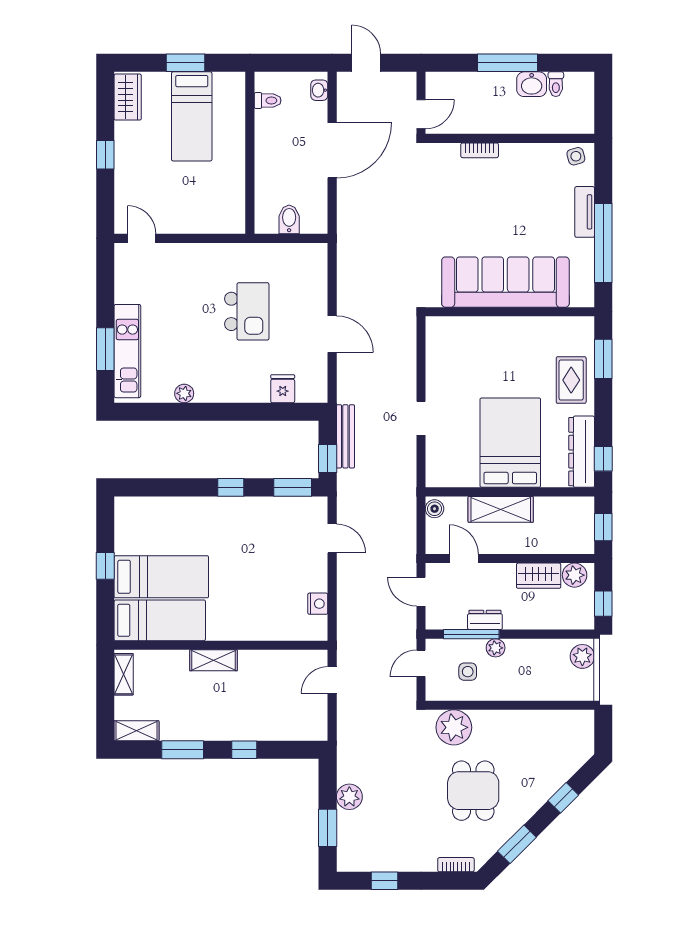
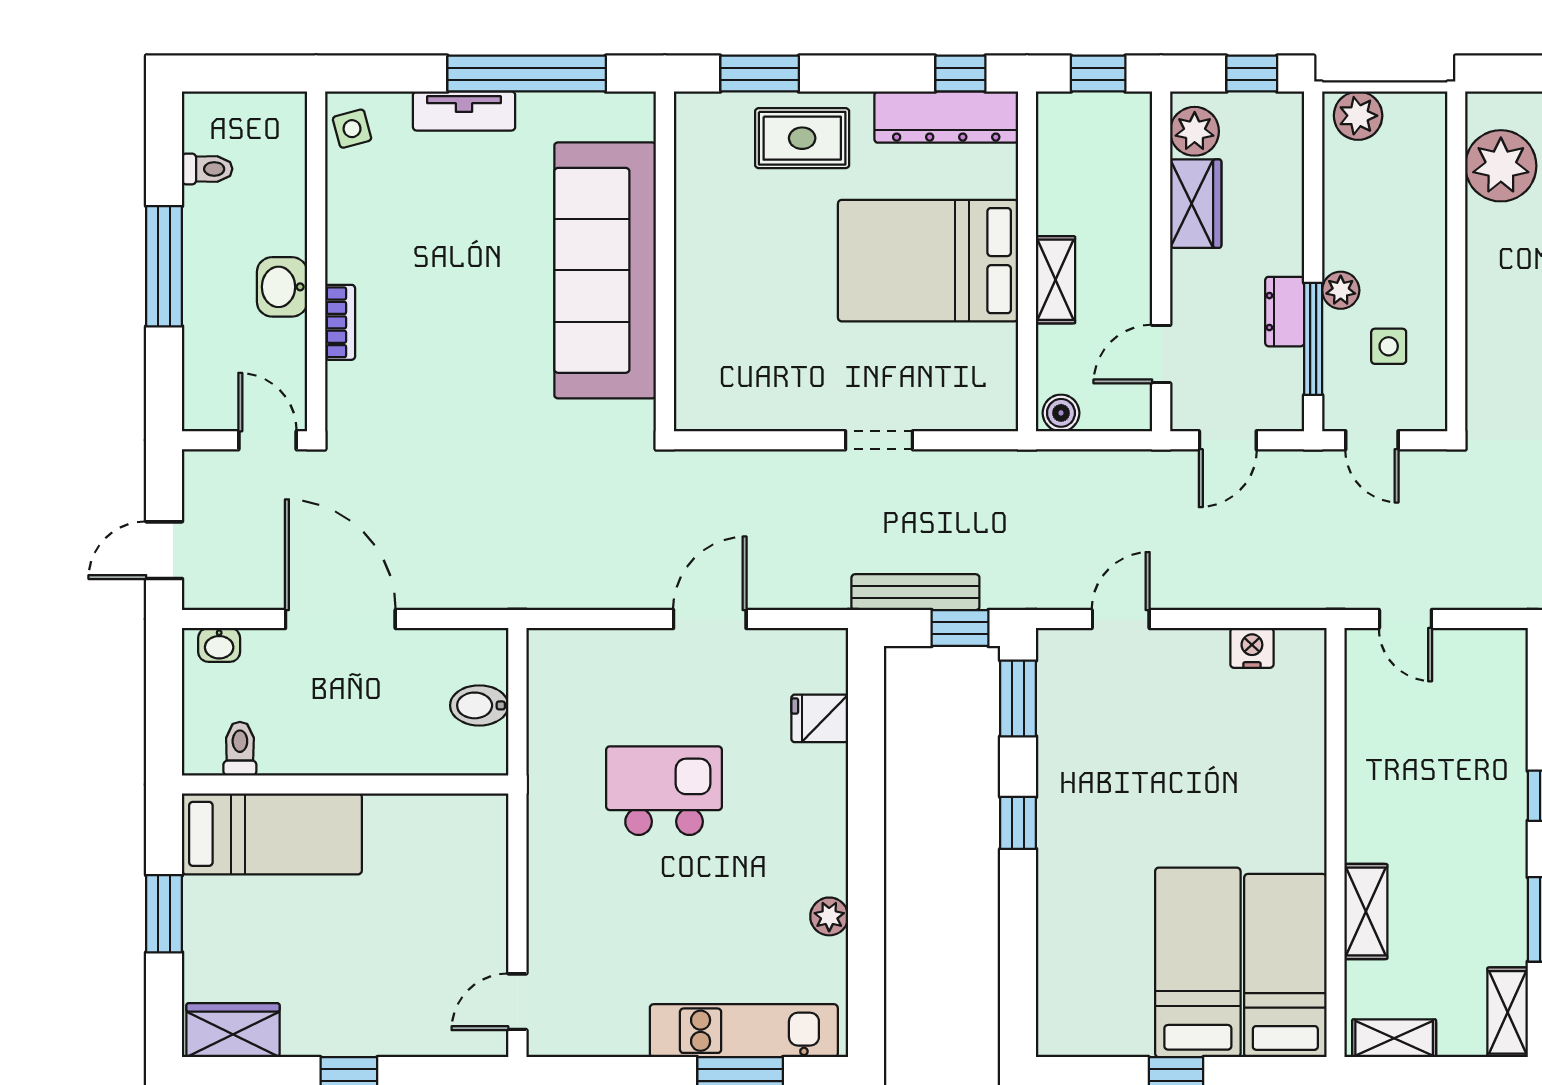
washbasin: (532, 84) -> (282, 287), moved, turned 180
bed: (192, 116) -> (272, 834), moved
shelving: (501, 509) -> (1056, 280), width x0.67, depth x0.75
shelving: (213, 660) -> (1366, 912), moved
plant: (454, 727) -> (1501, 166), moved

